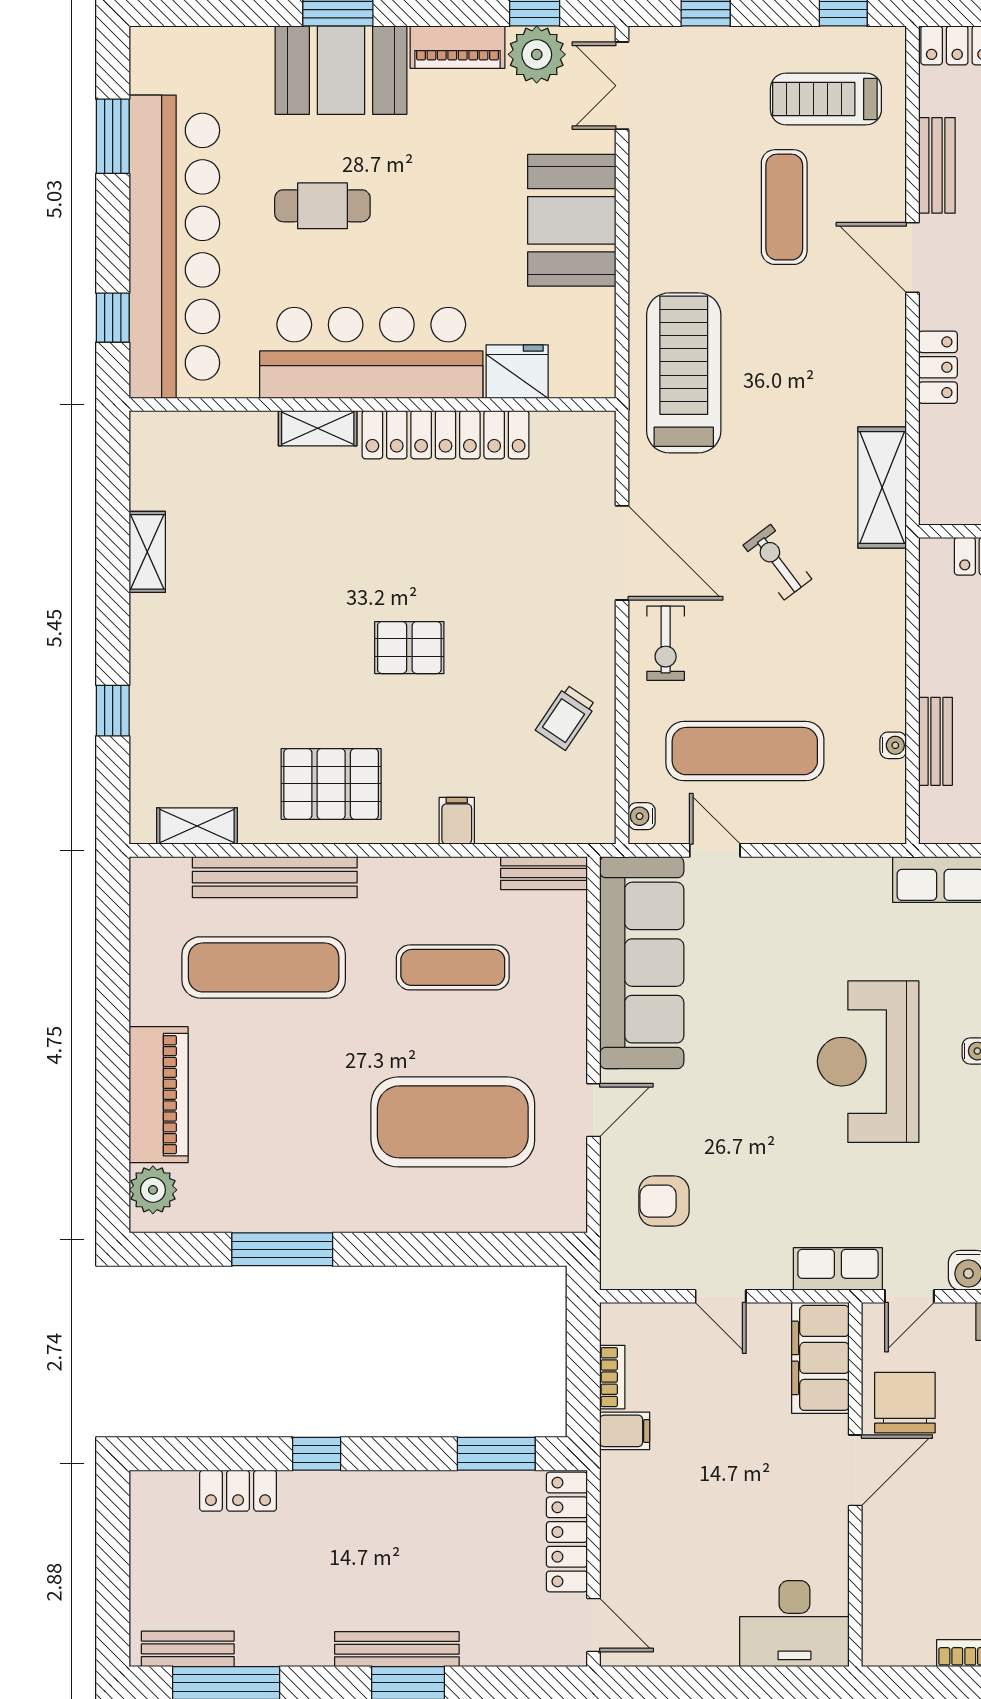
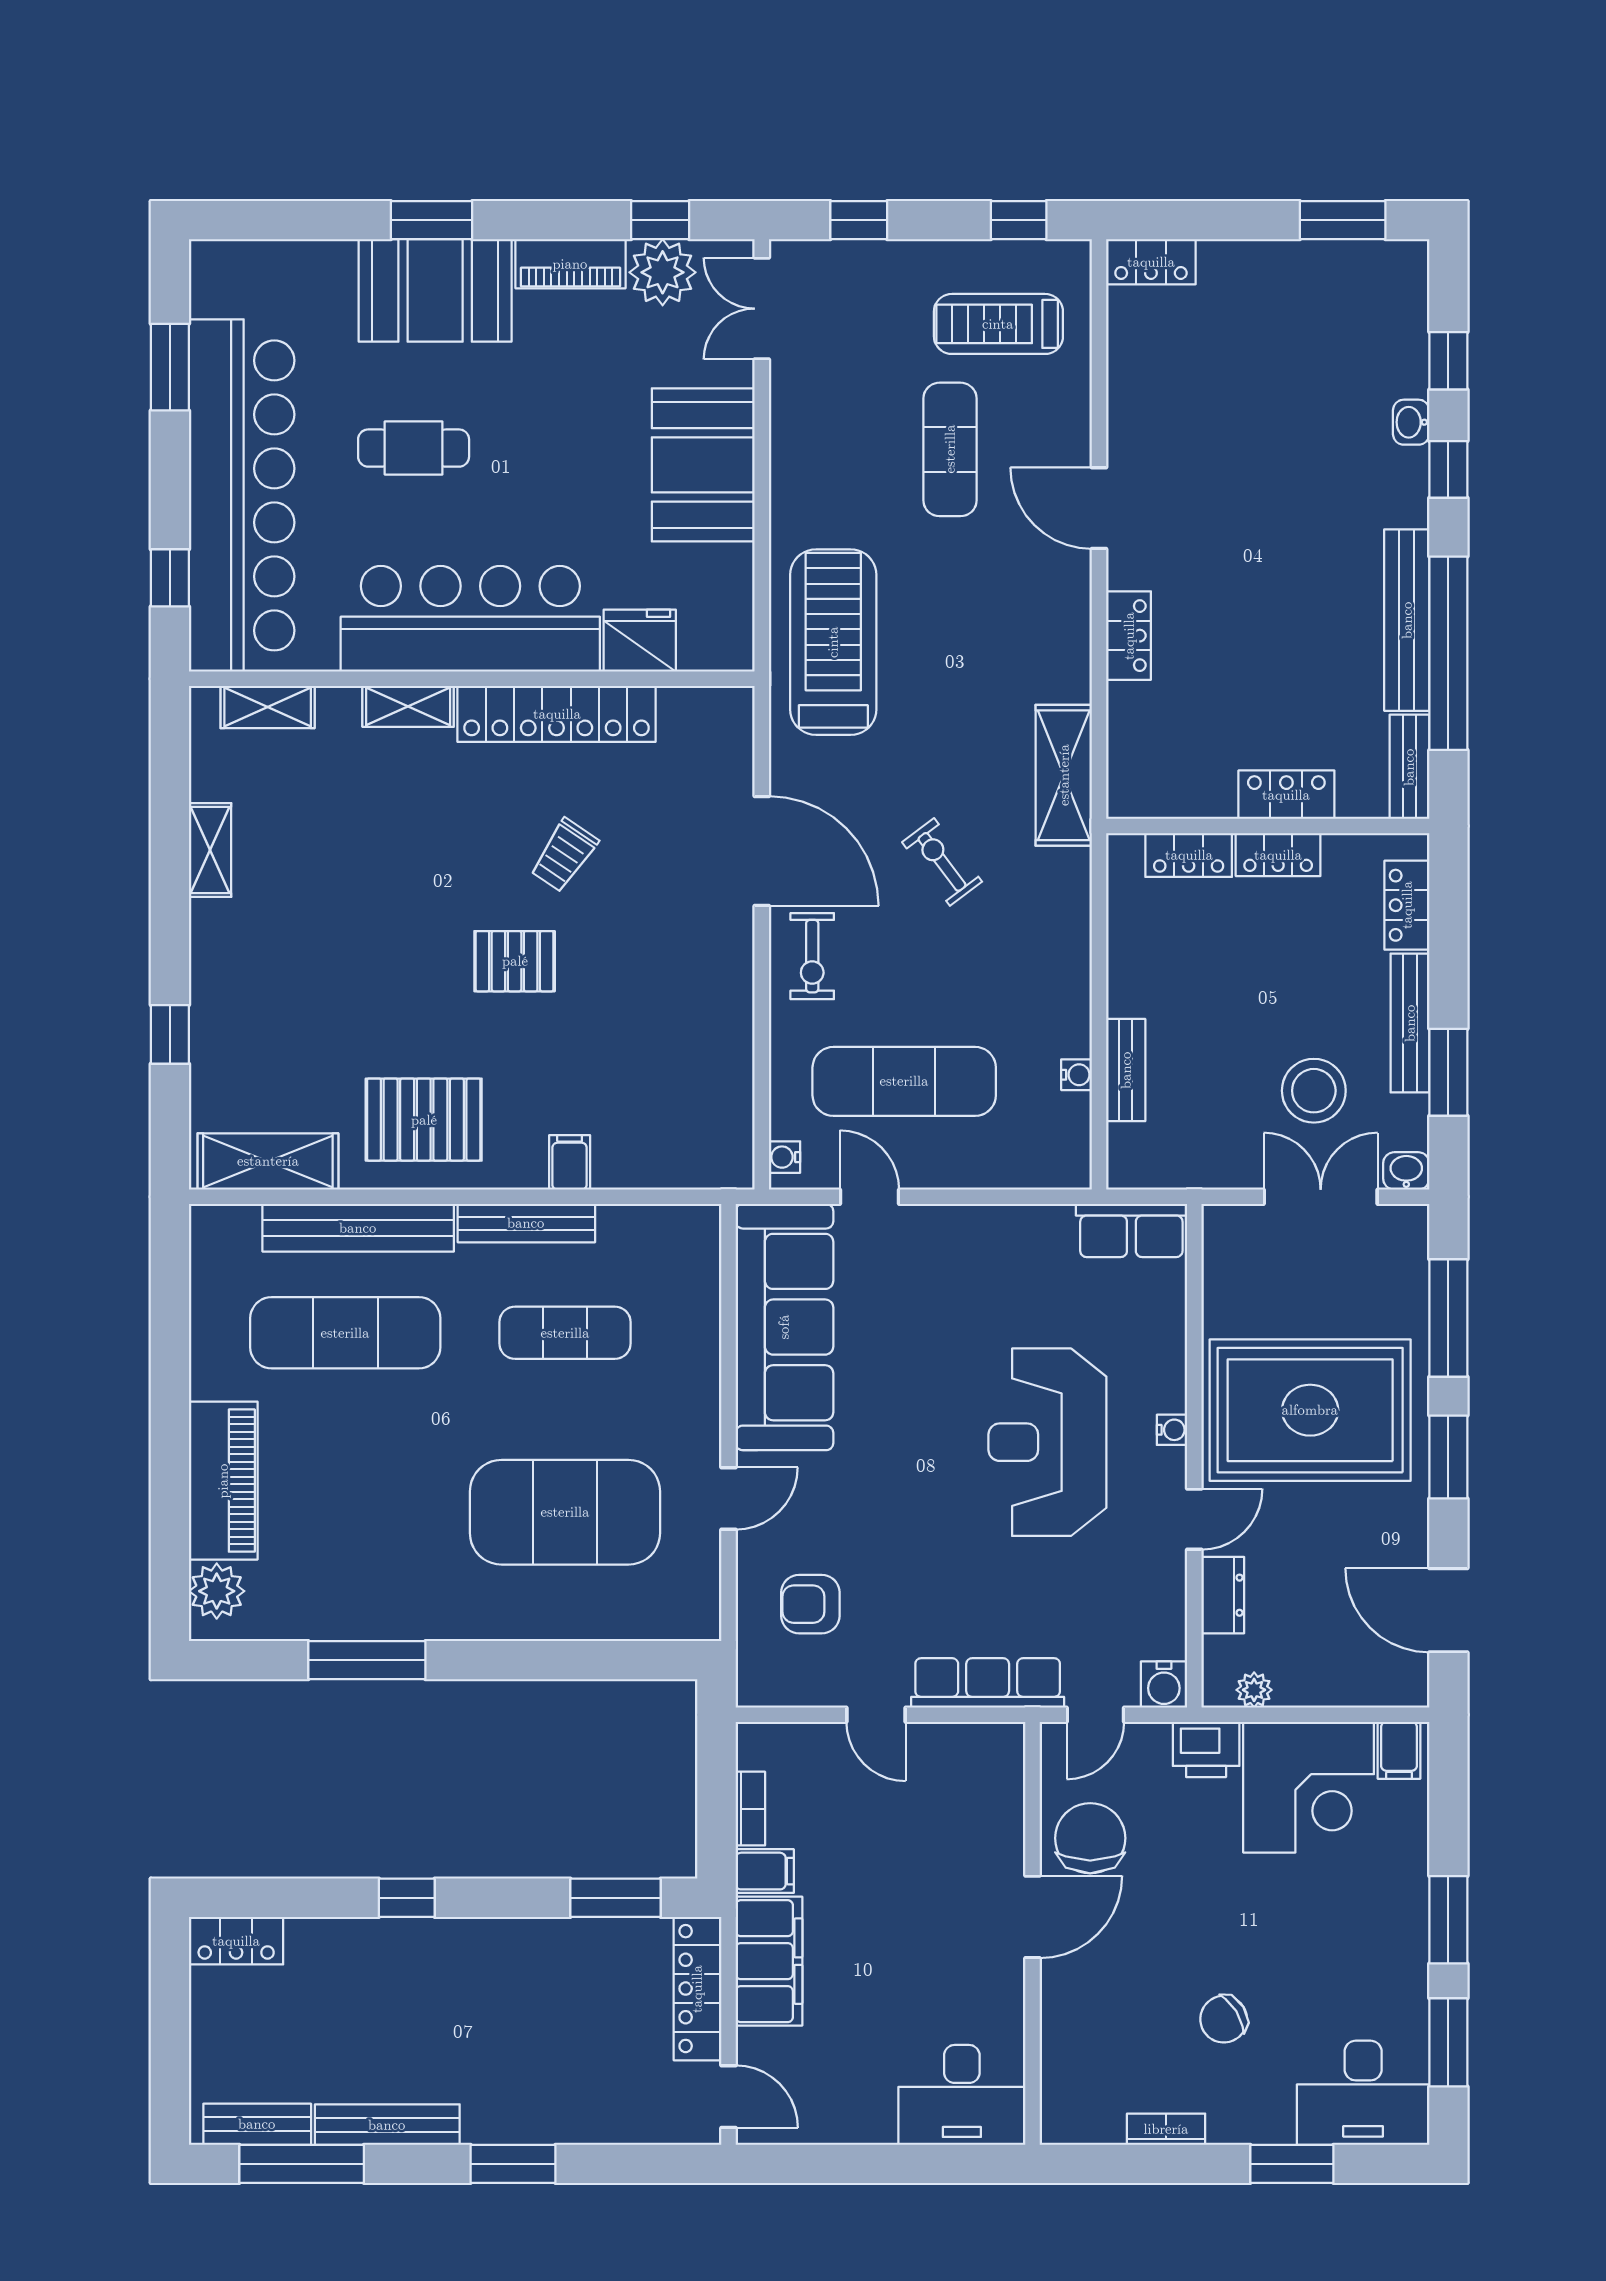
bench: (937, 165) -> (1127, 401), removed
shelving: (197, 429) -> (268, 707), added
trolley: (566, 717) -> (564, 855), moved
shelving: (197, 826) -> (268, 1161), width x1.50, depth x1.33
bench: (544, 873) -> (526, 1223), moved, width x1.36
row of seats: (838, 1269) -> (988, 1683), width x1.48
filing cabinet: (820, 1358) -> (769, 1961), moved, turned 180
locker: (238, 1491) -> (236, 1941), moved
bench: (397, 1649) -> (387, 2125), moved

